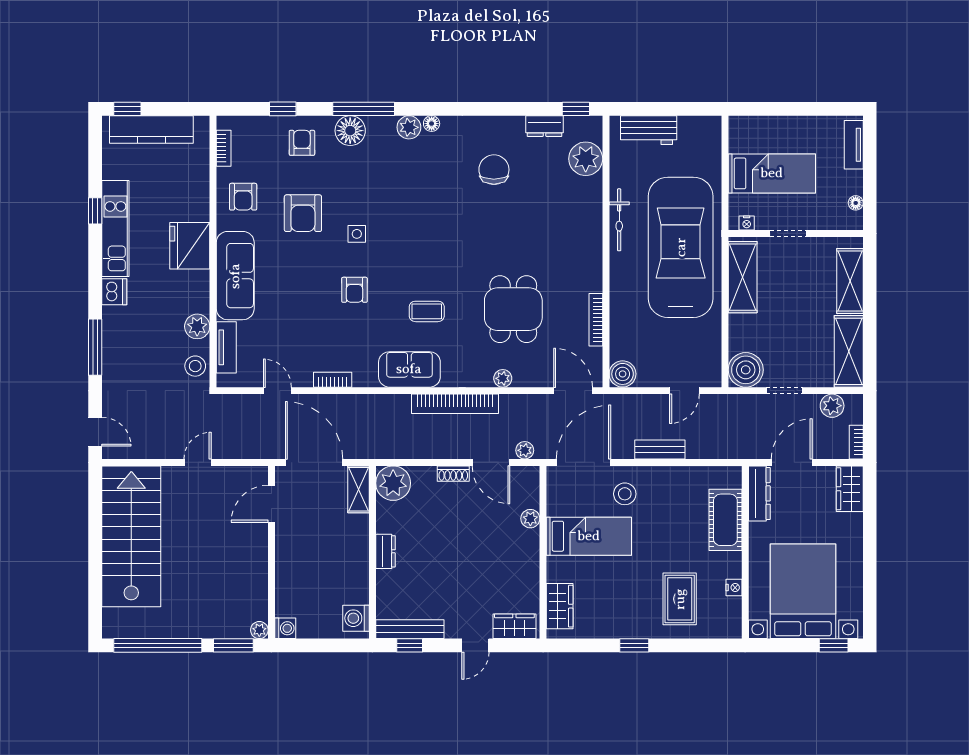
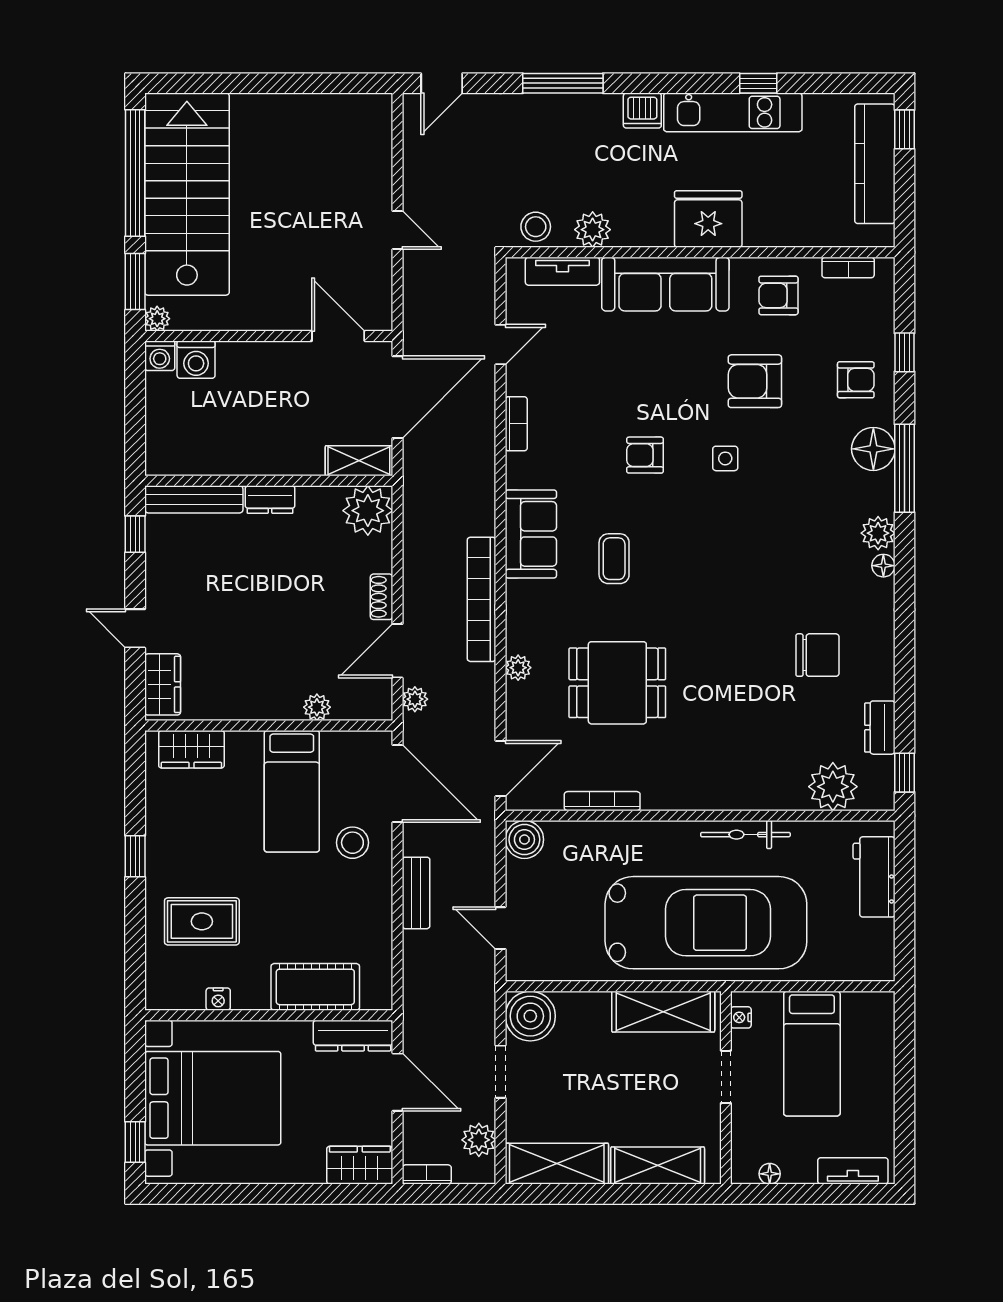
stairs: (131, 536) -> (187, 194), moved, turned -90
washing machine: (356, 618) -> (196, 360), moved, turned 180
bench: (410, 629) -> (194, 499), moved, turned 90

